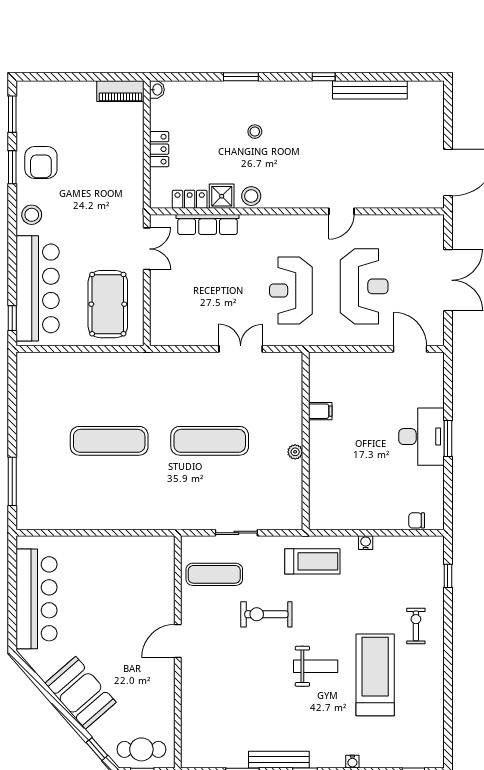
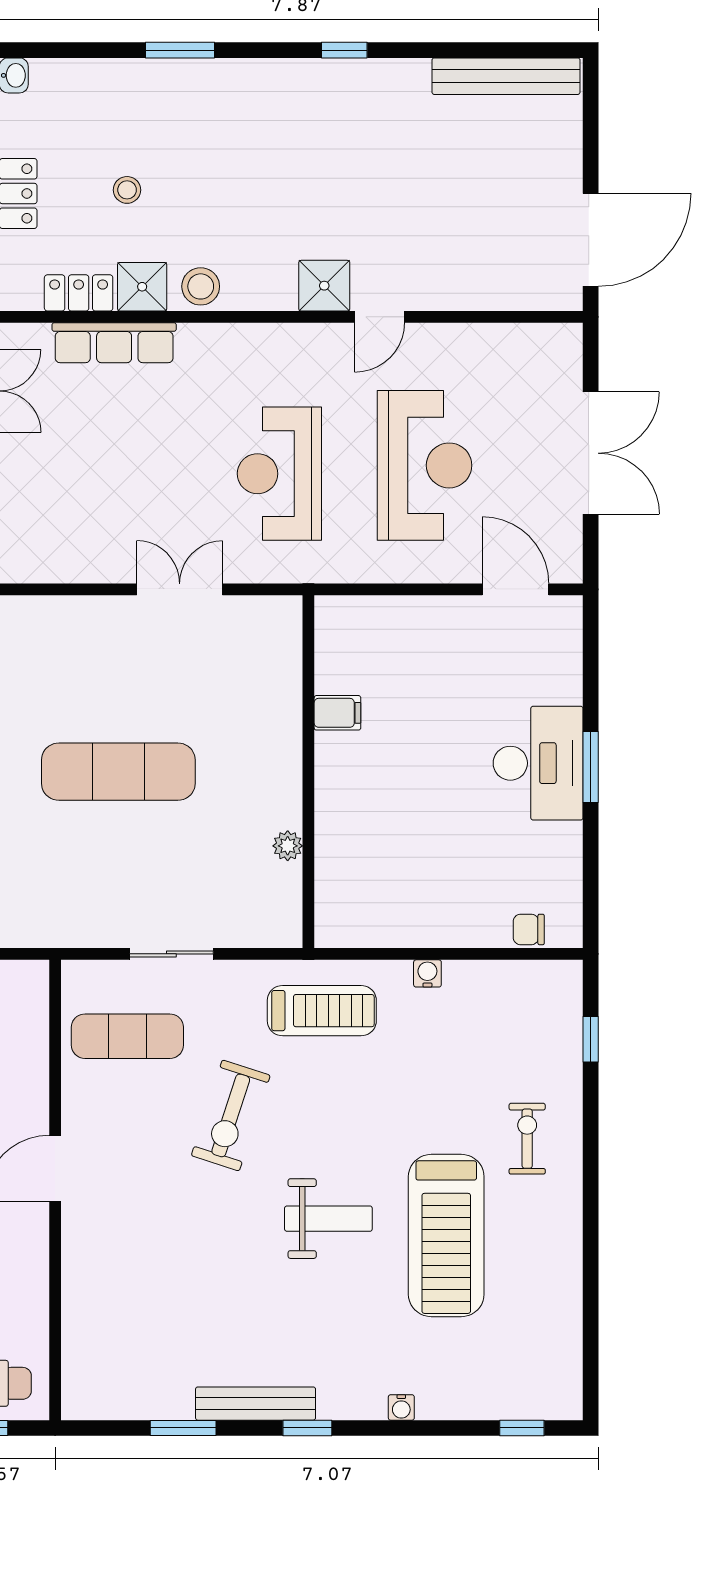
bench: (370, 90) -> (506, 76), moved
stool: (255, 132) -> (127, 190), moved
shower: (314, 196) -> (324, 286), added
plant: (295, 452) -> (288, 846), moved
exercise bike: (266, 614) -> (231, 1115), turned -72
treadmill: (375, 675) -> (446, 1235), turned 180

